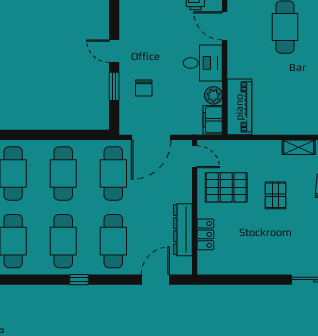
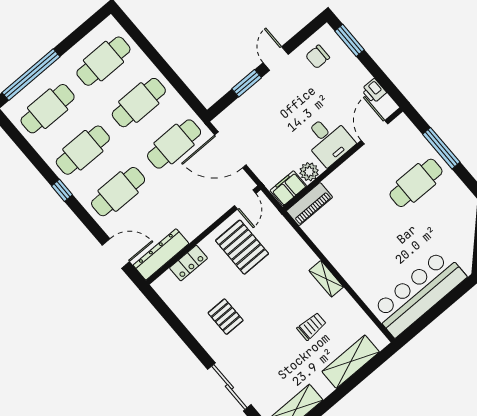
chair: (144, 88) -> (318, 57), moved
piano: (239, 107) -> (309, 204), width x0.73, depth x0.75
pallet: (275, 195) -> (226, 317), moved, turned 90
dresser: (183, 230) -> (161, 254), moved

